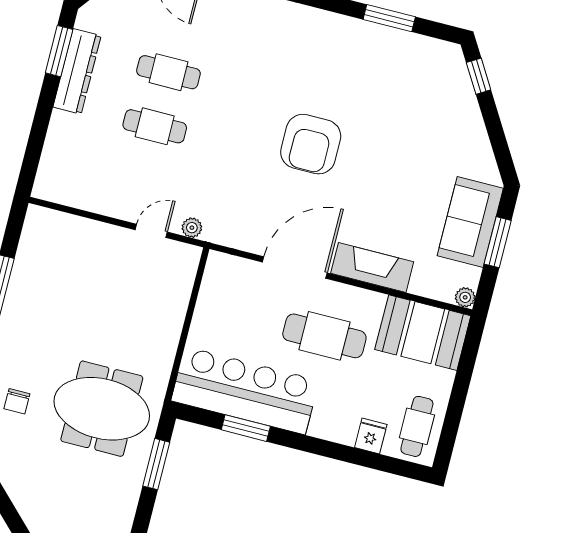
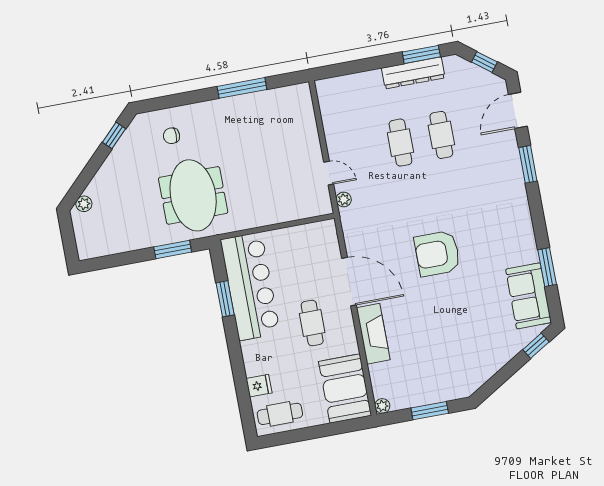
sofa: (470, 222) -> (529, 296), moved, turned -90
cafe table: (324, 336) -> (312, 323), width x0.73, depth x0.74

